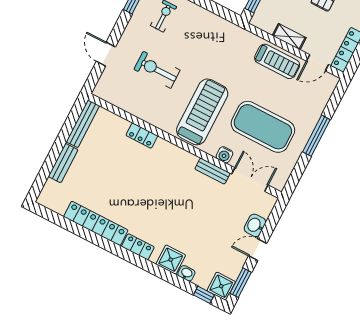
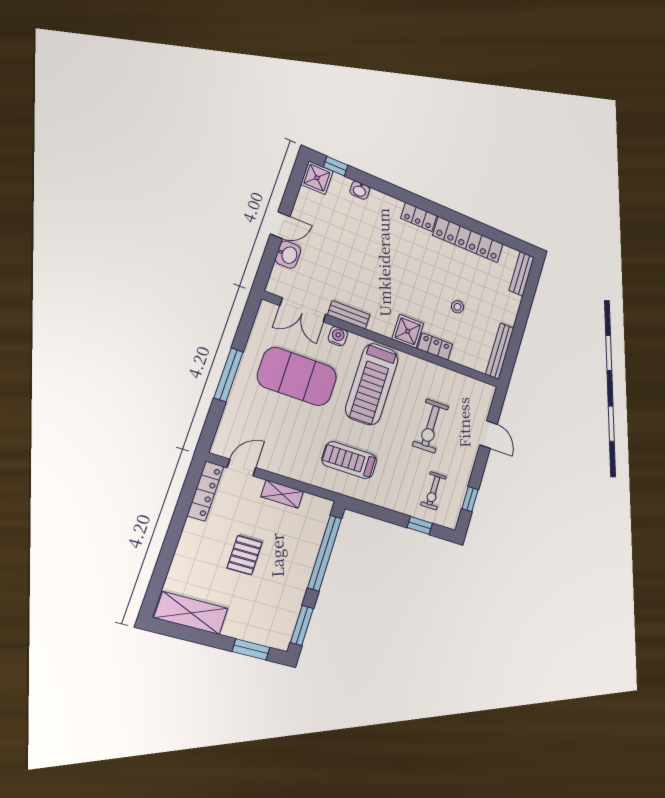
treadmill: (277, 61) -> (349, 460), moved
exercise bike: (157, 70) -> (431, 426), turned 90
bench: (63, 163) -> (522, 274), moved
stool: (116, 167) -> (457, 307), added
shower: (171, 260) -> (408, 331), moved
window: (241, 283) -> (295, 184), removed

